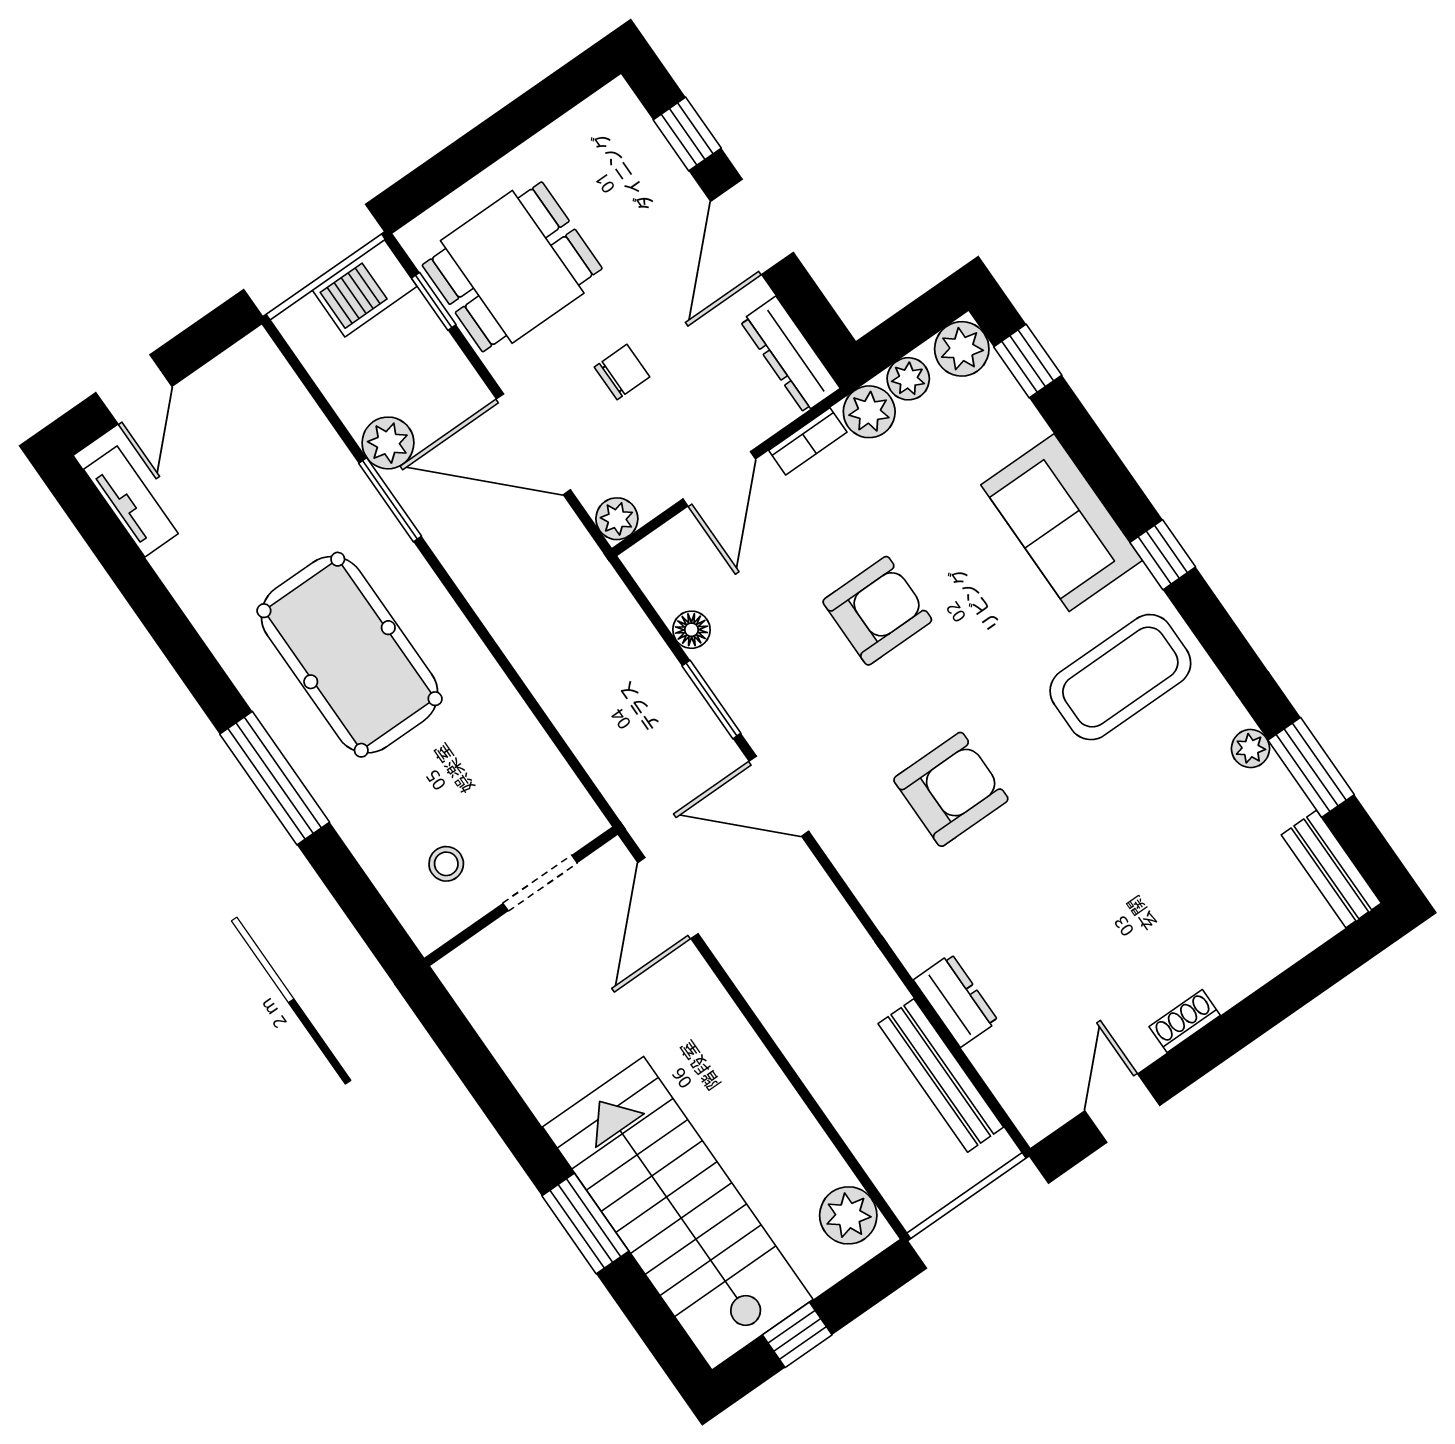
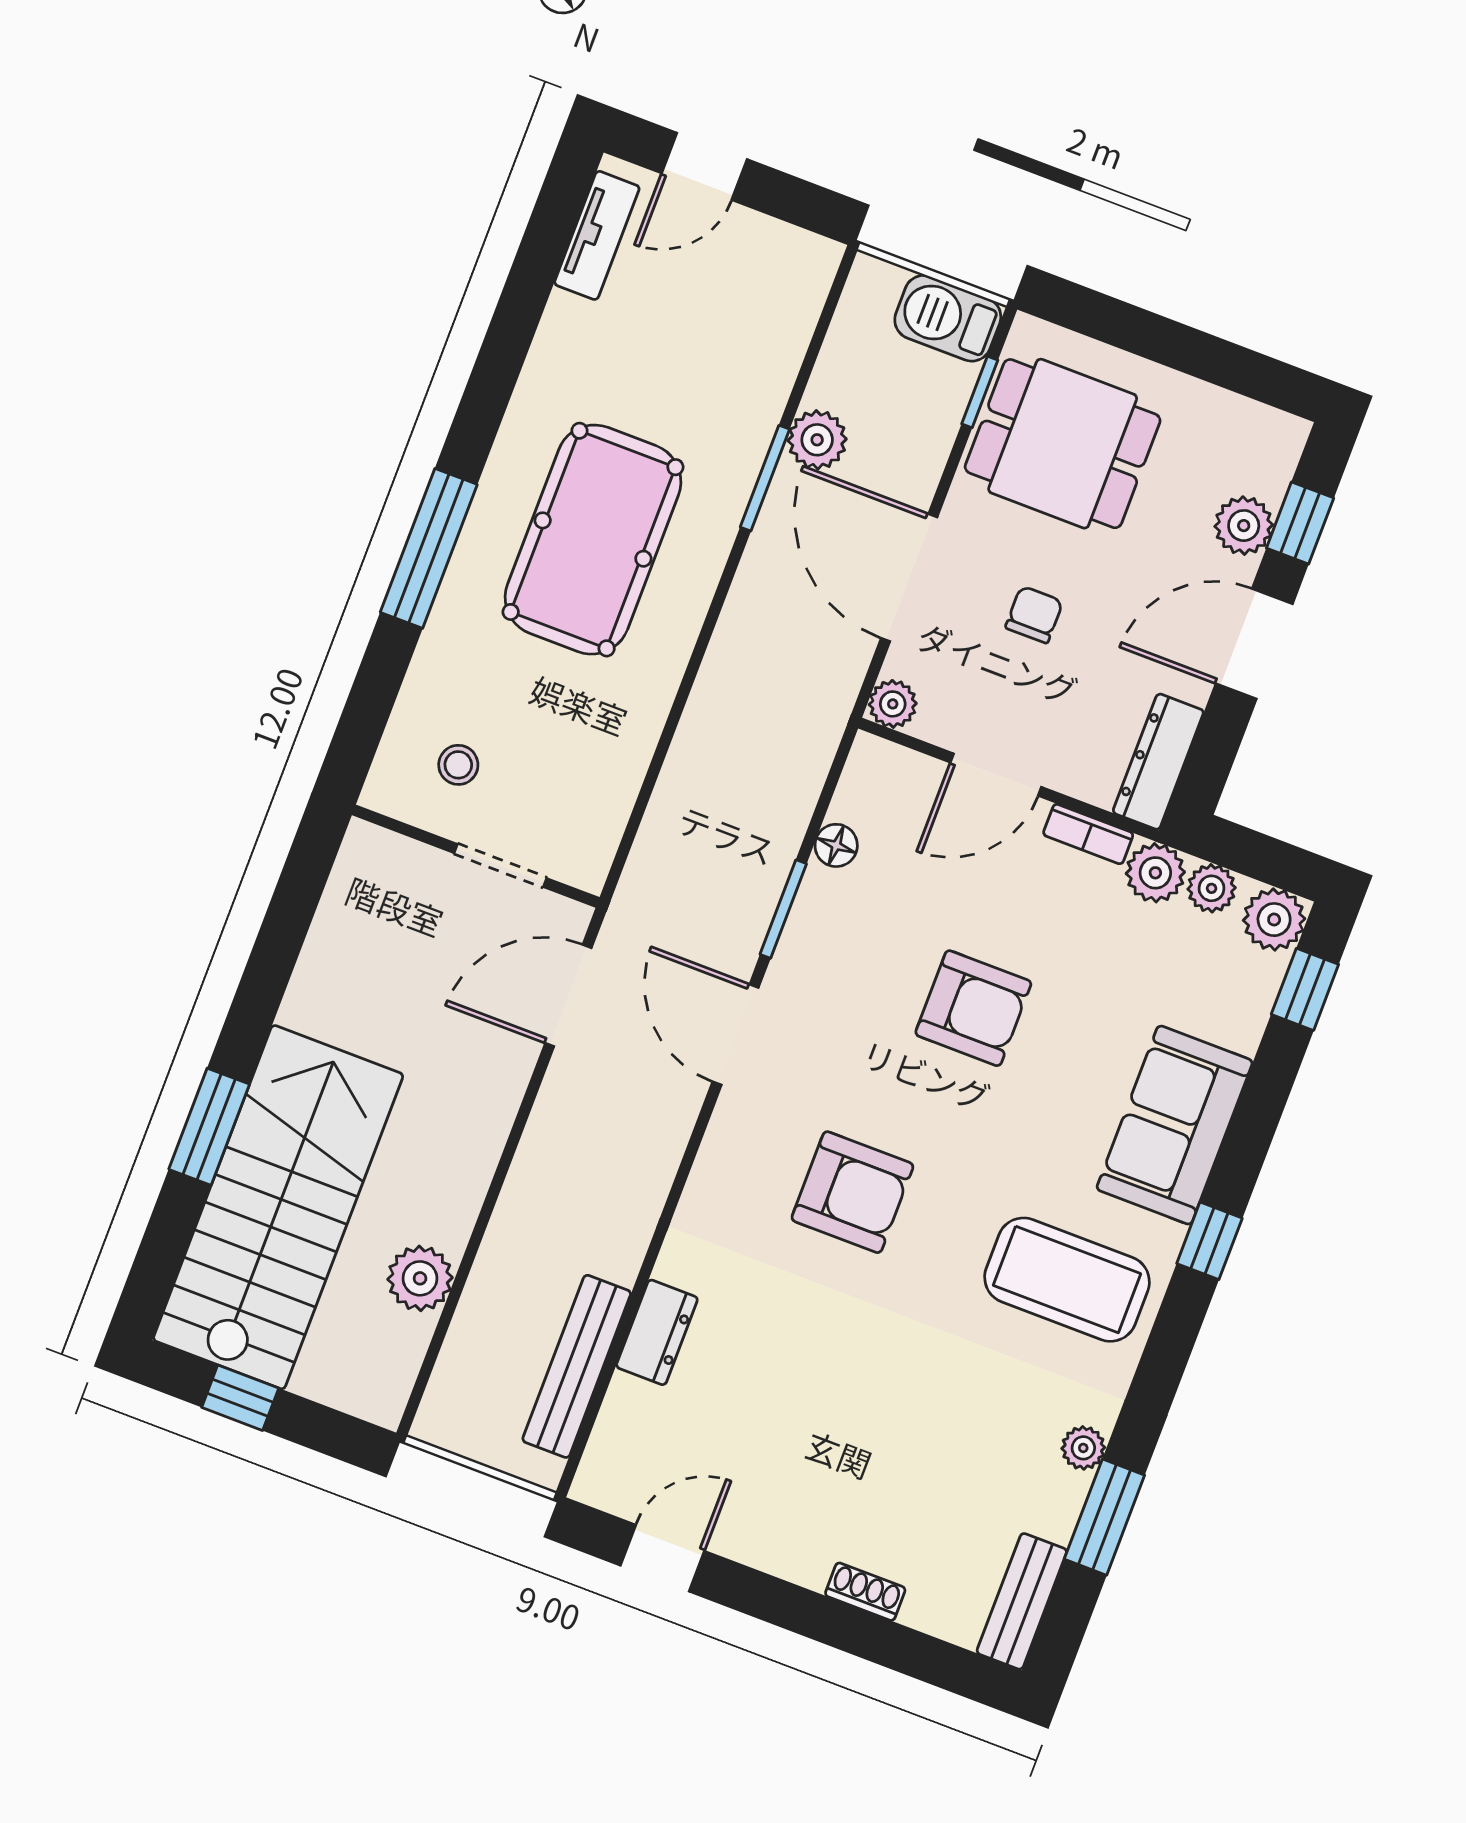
plant: (661, 176) -> (1244, 526), added
chair: (622, 372) -> (1034, 615), turned -90
shoe rack: (1185, 1021) -> (865, 1592), moved
plant: (848, 1215) -> (420, 1278), moved

